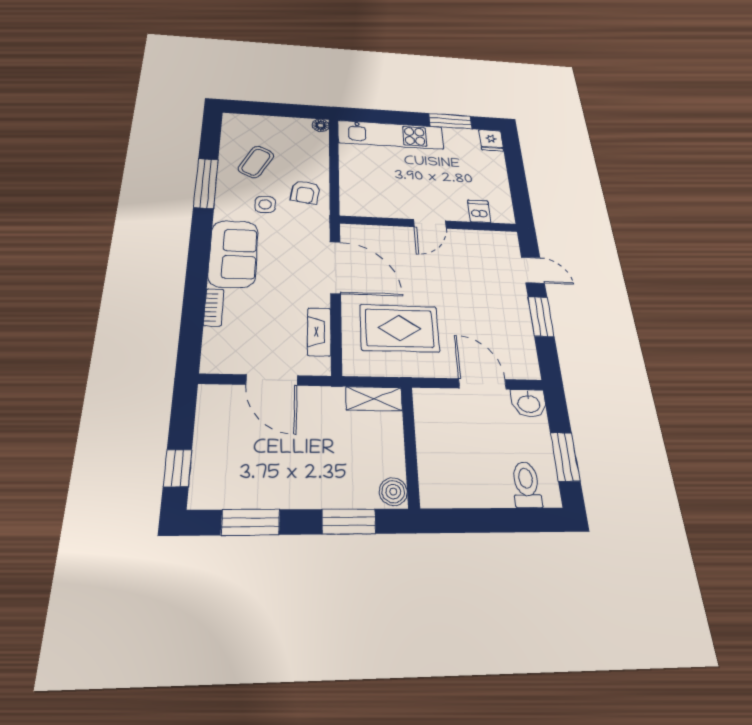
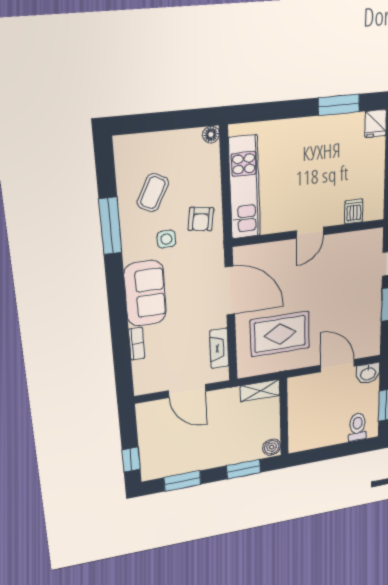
kitchen unit: (391, 135) -> (244, 187), moved, turned -90

